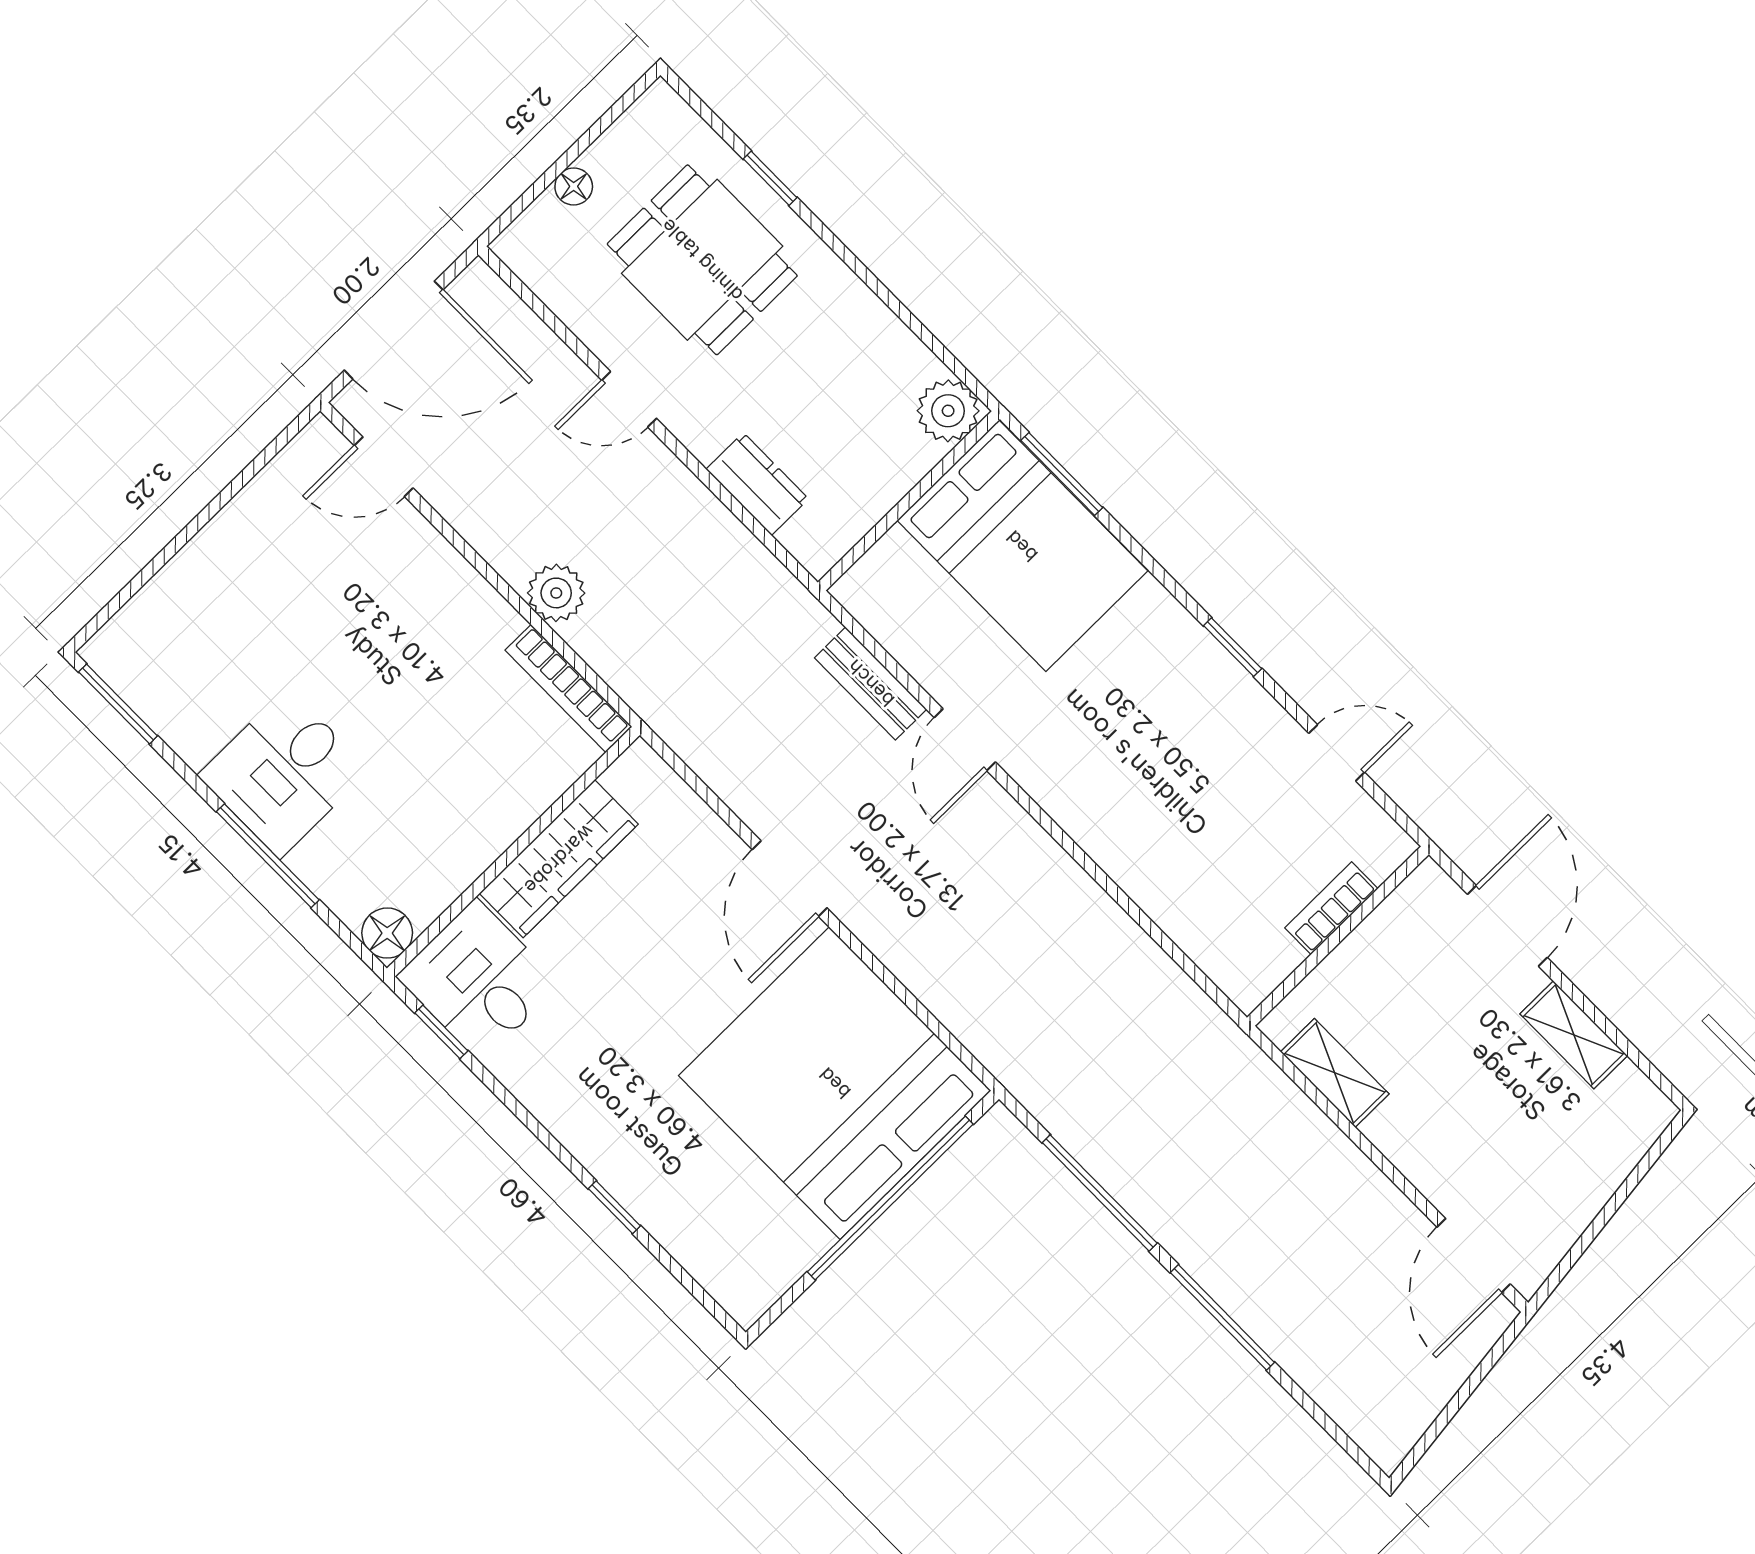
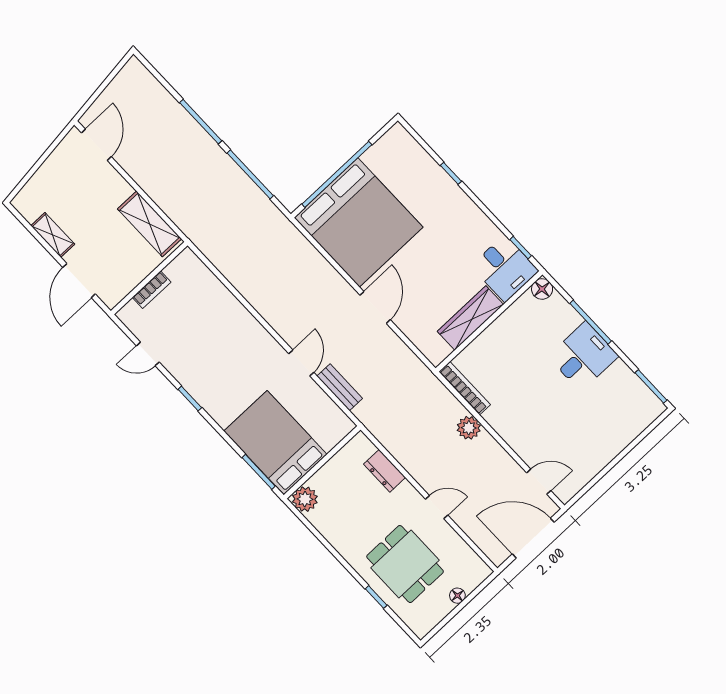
shelving: (1335, 1073) -> (149, 224), width x1.50, depth x1.33

